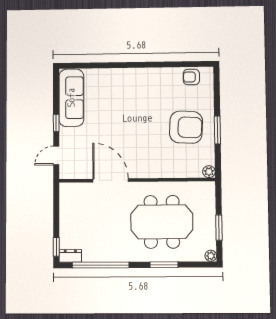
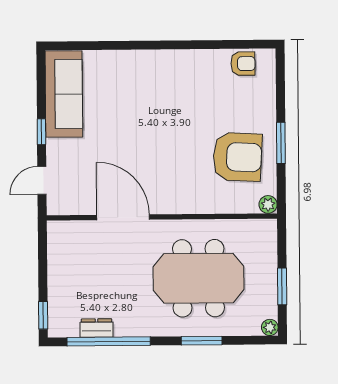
armchair: (191, 77) -> (243, 64), turned 180
armchair: (186, 127) -> (237, 157), moved
dresser: (70, 256) -> (97, 328), moved

